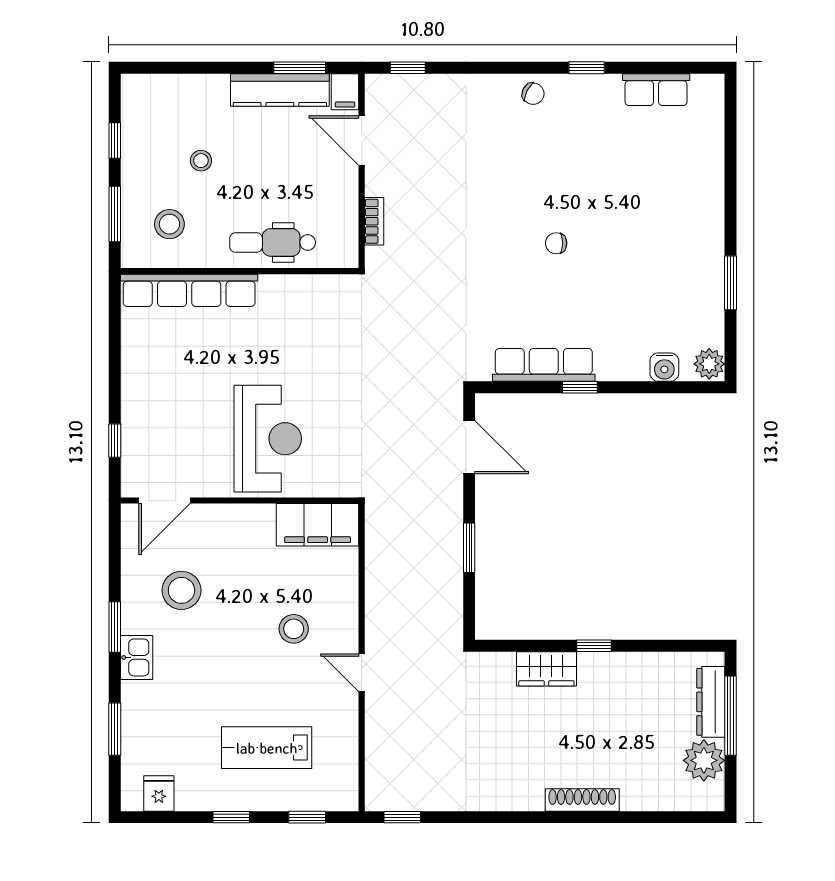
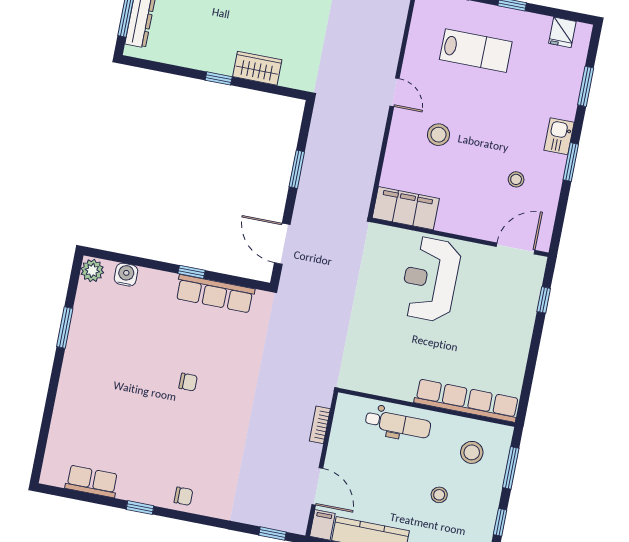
chair: (533, 94) -> (183, 496), turned 153
stool: (181, 590) -> (516, 179), width x0.53, depth x0.53

